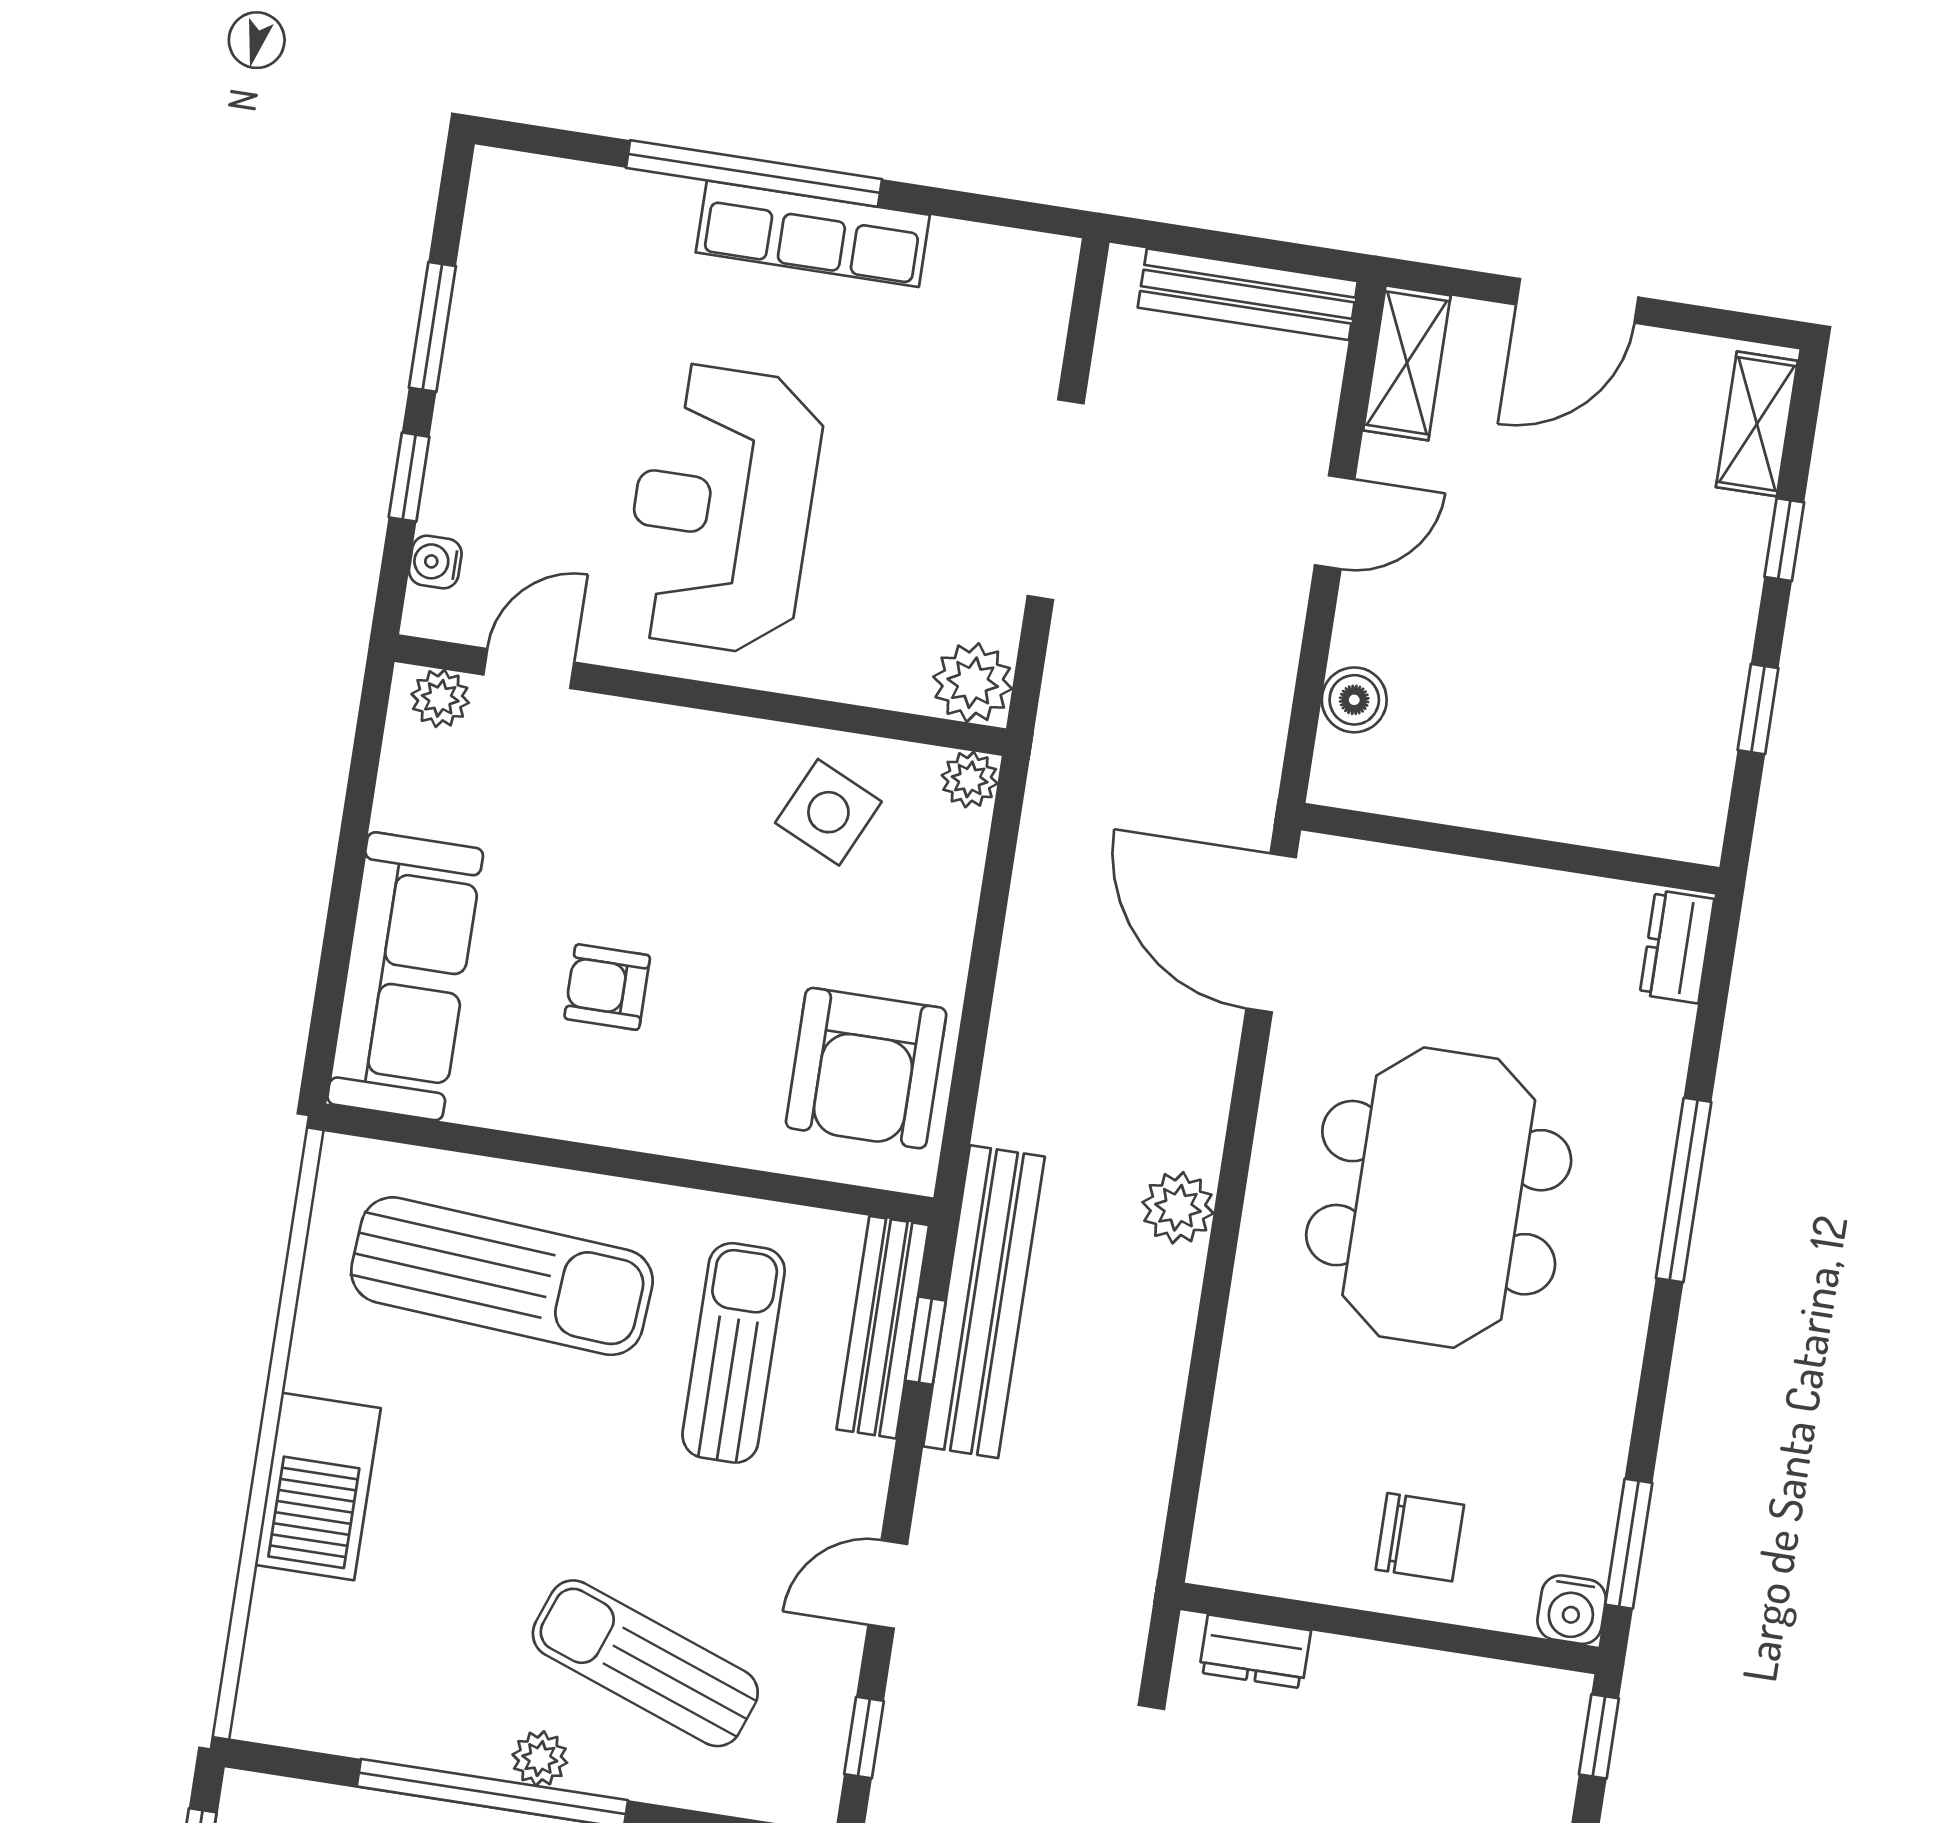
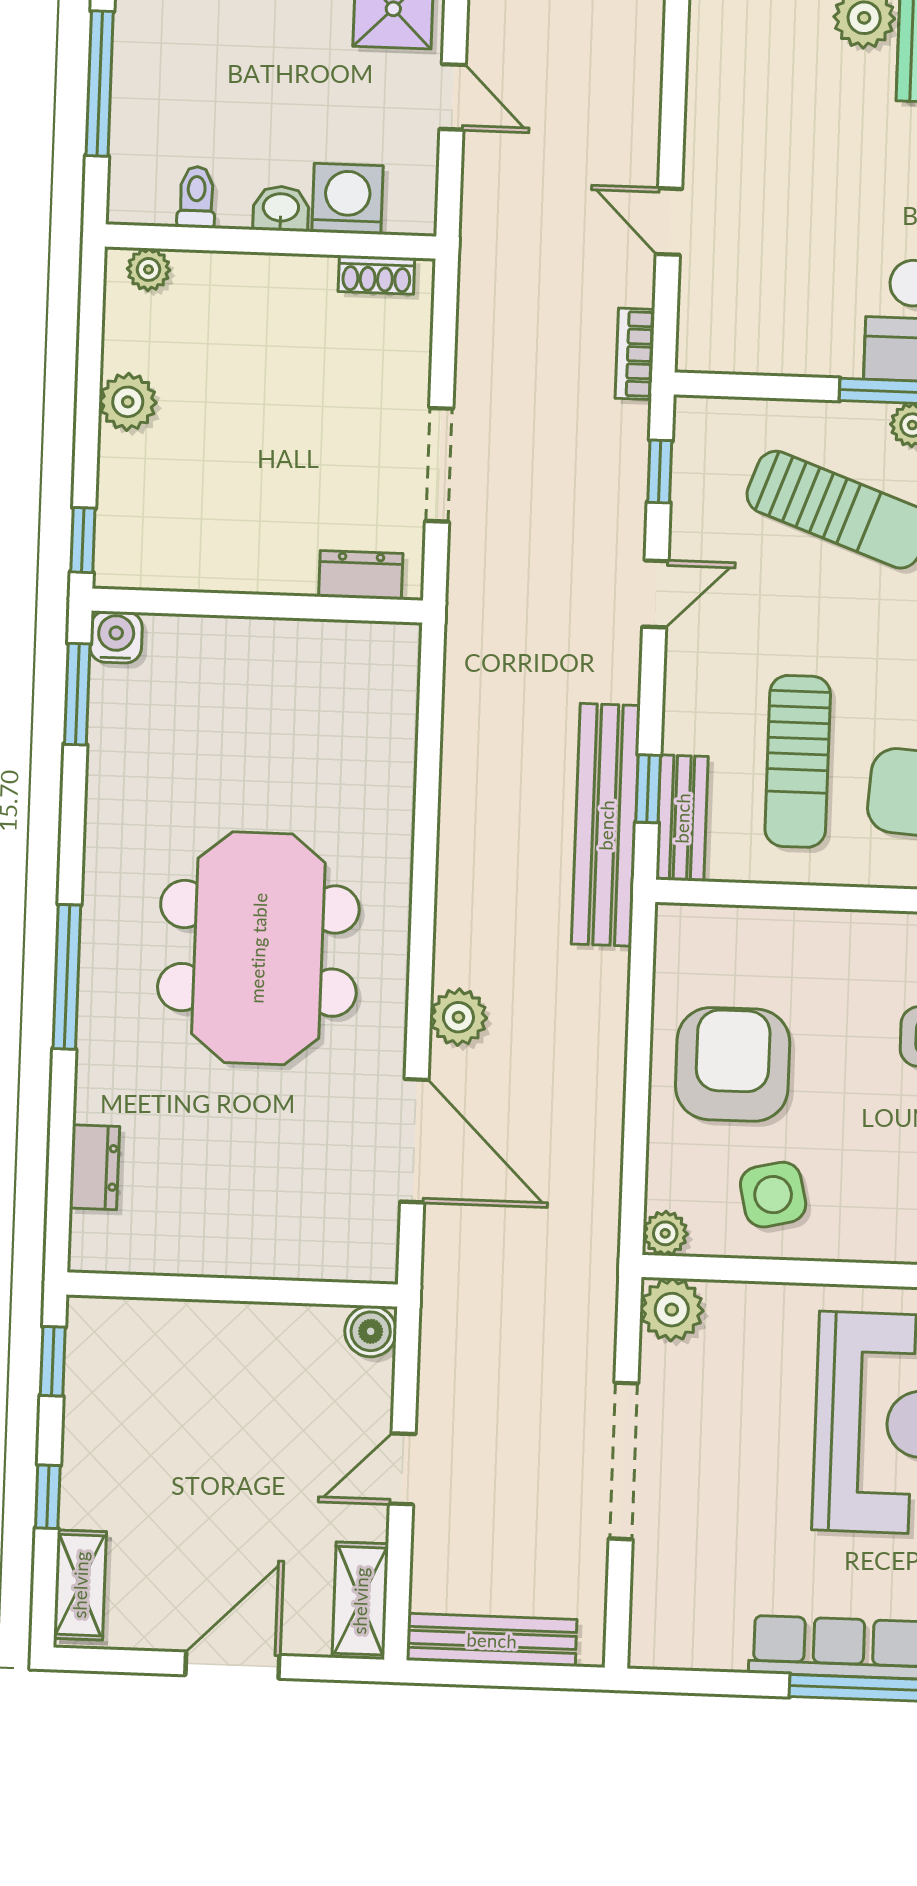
side table: (828, 812) -> (773, 1195), turned -38
wall: (1510, 849) -> (232, 1289), moved
armchair: (866, 1068) -> (733, 1064), moved
plant: (1178, 1208) -> (458, 1017), moved
bench: (883, 1327) -> (682, 818), width x0.73
chair: (1420, 1537) -> (242, 680), removed

